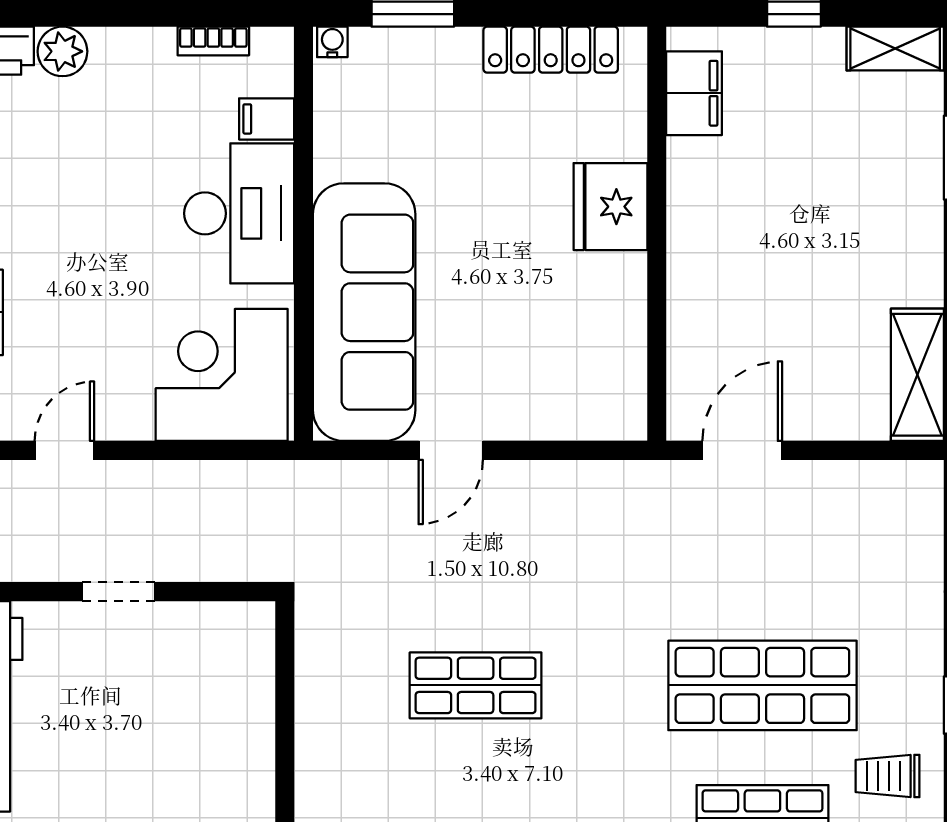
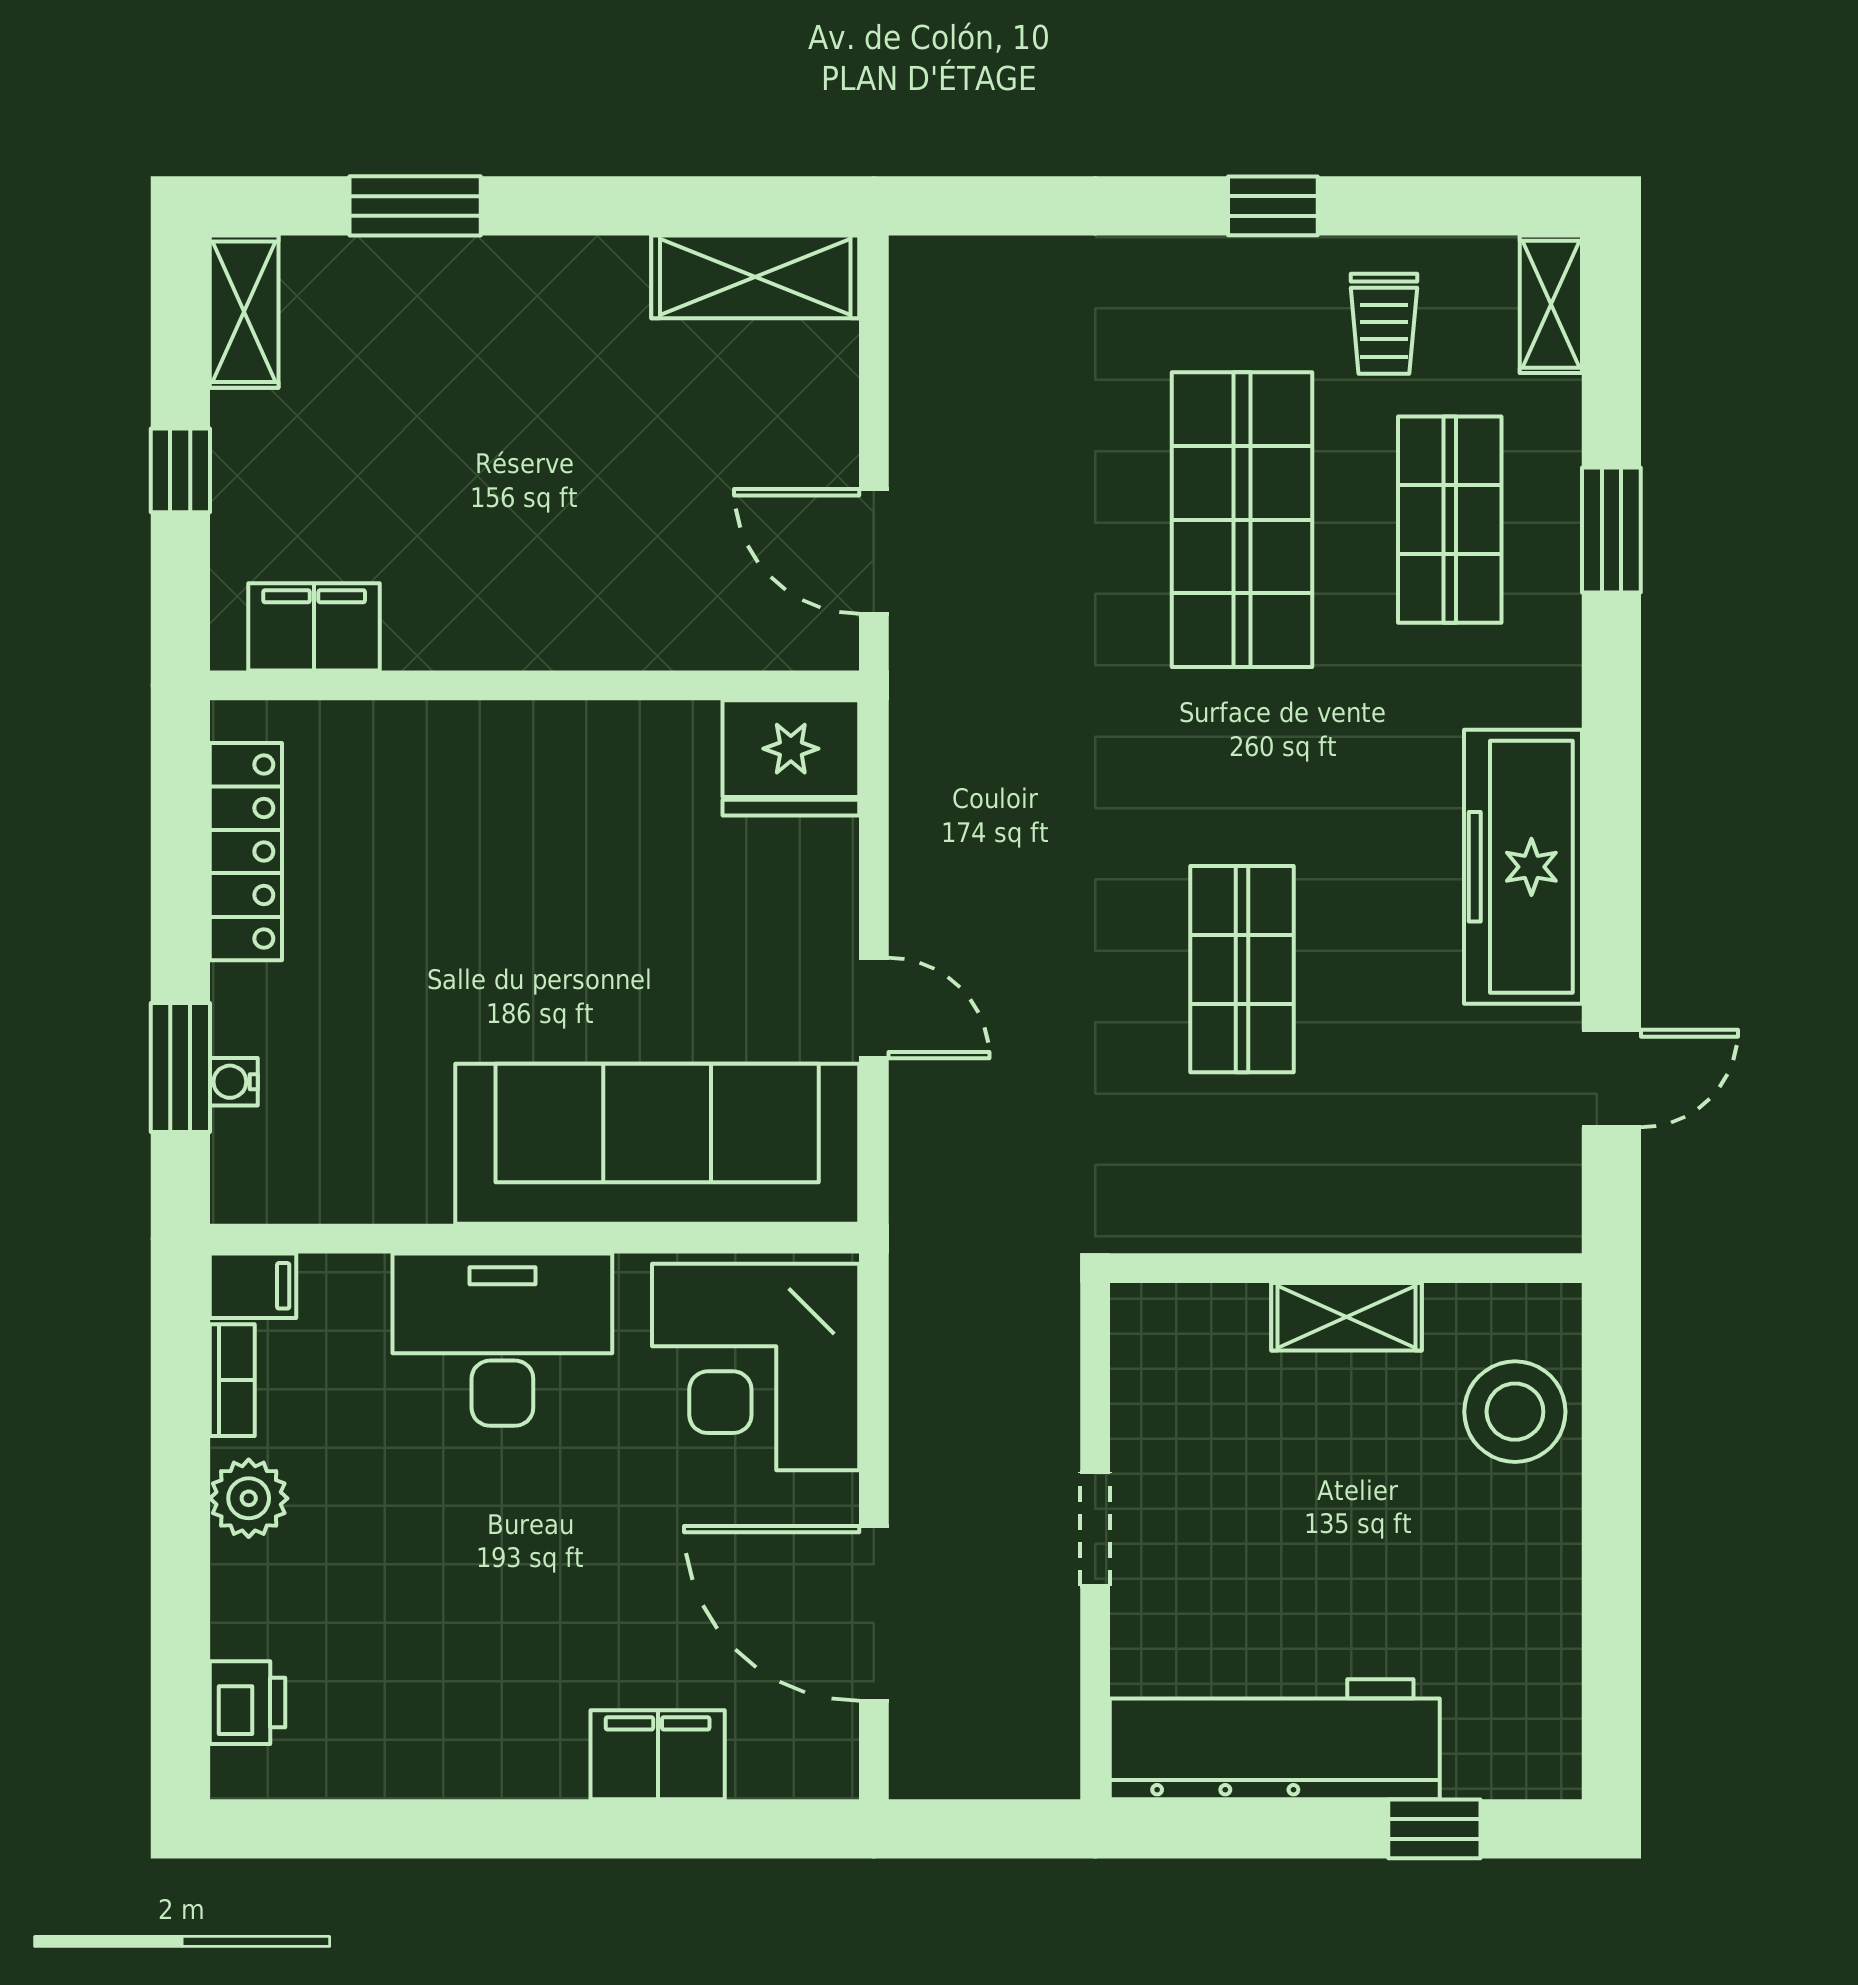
water cooler: (332, 42) -> (234, 1082), moved
plant: (62, 51) -> (249, 1498), moved
filing cabinet: (267, 119) -> (253, 1286), moved, turned -90
fridge: (610, 207) -> (791, 758), moved
door: (64, 450) -> (874, 1613), width x1.88
shelving: (254, 752) -> (1347, 1317), added

